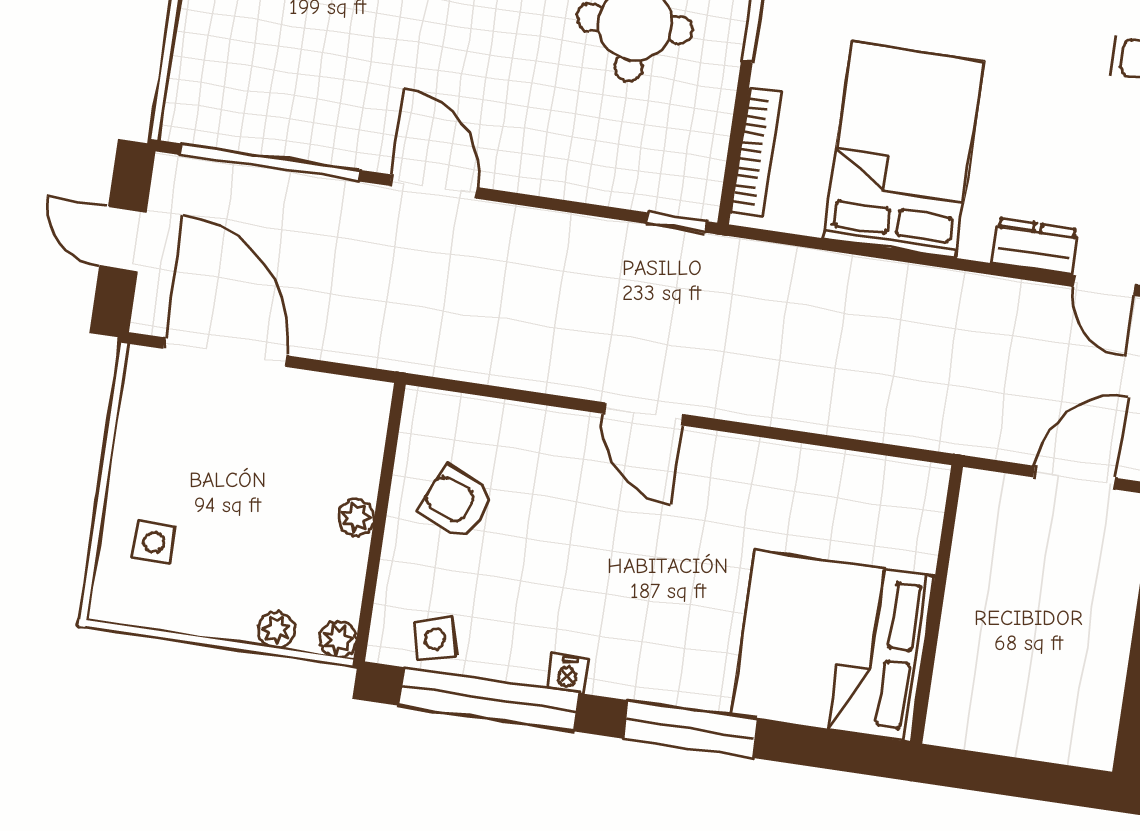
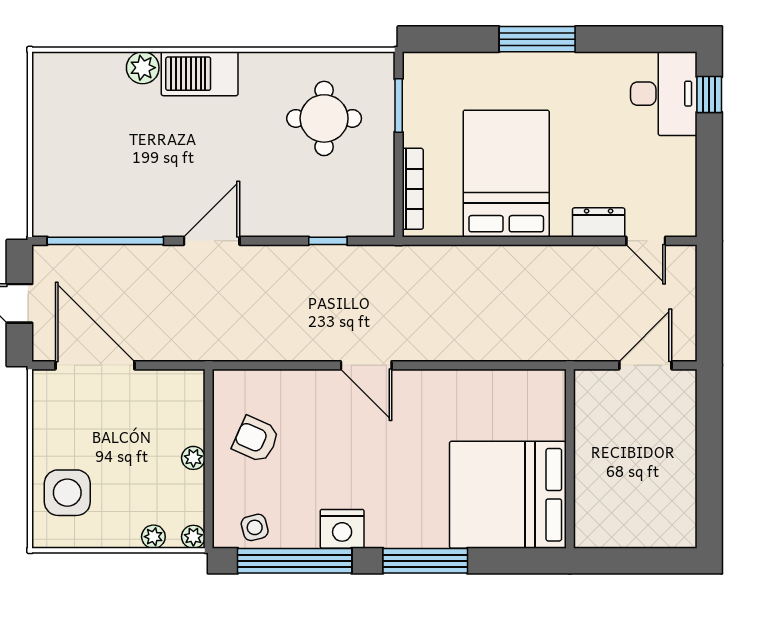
door: (434, 187) -> (212, 241), hinge flipped
window: (676, 222) -> (328, 241), moved
side table: (154, 542) -> (67, 493), width x1.87, depth x1.87
nightstand: (567, 674) -> (342, 529), width x1.89, depth x1.79

